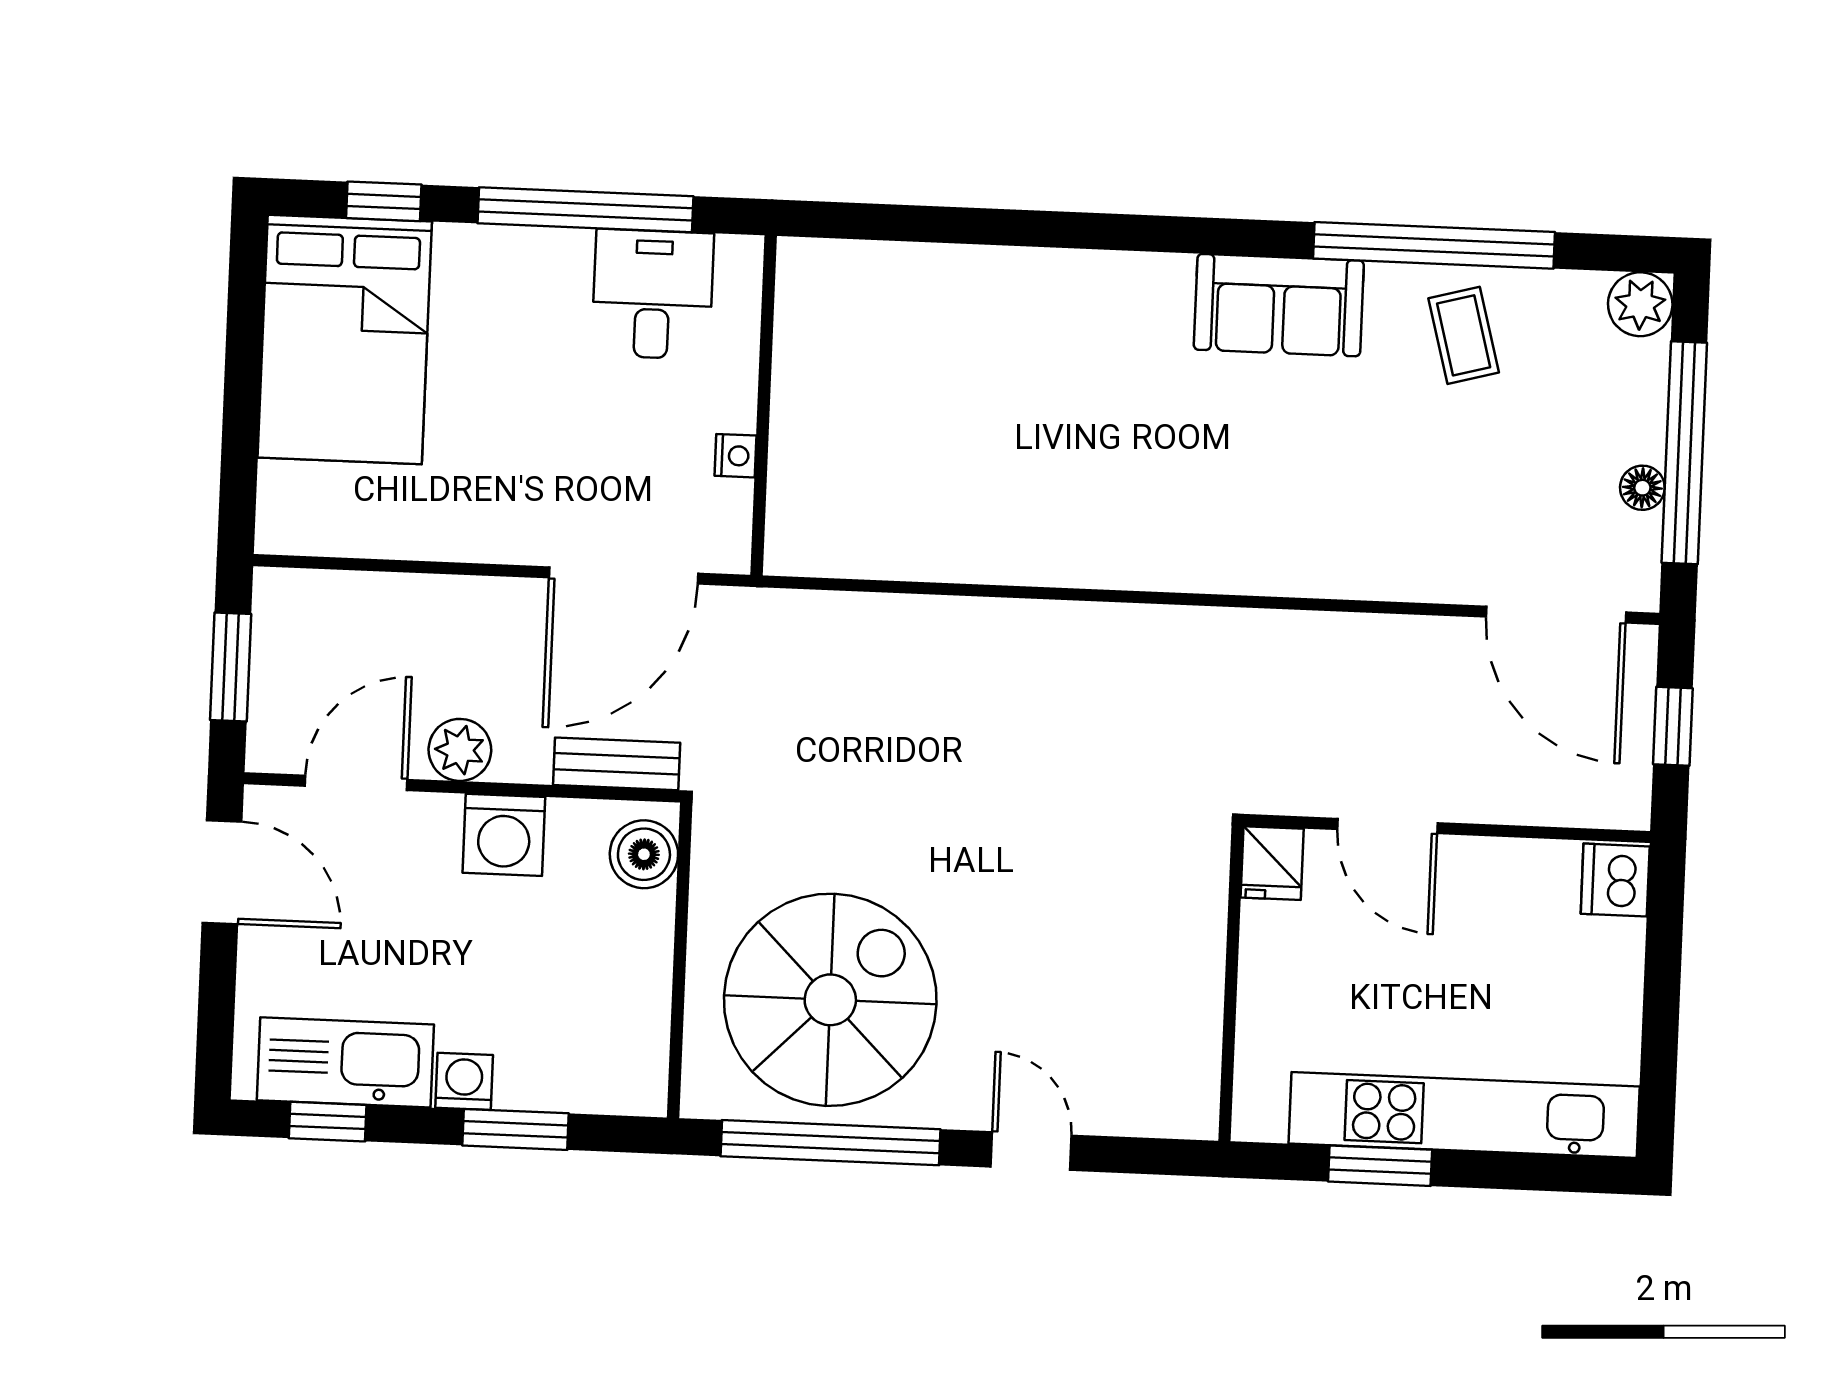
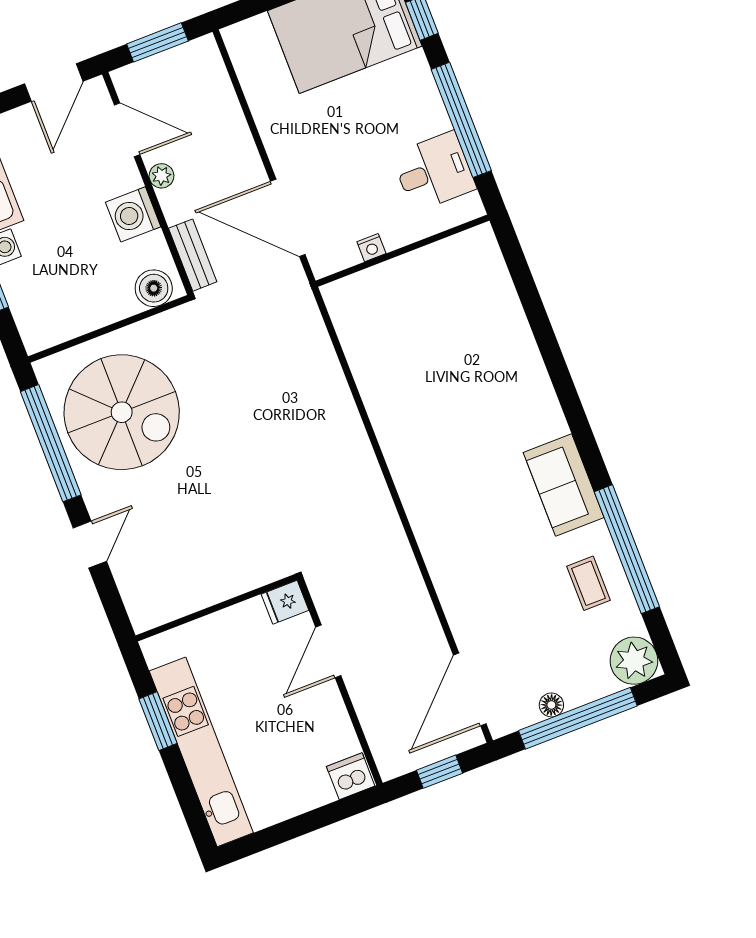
plant: (1640, 304) -> (634, 661), width x1.36, depth x1.36
coffee table: (1464, 335) -> (589, 583), turned -75
plant: (460, 750) -> (161, 176), width x0.73, depth x0.73

